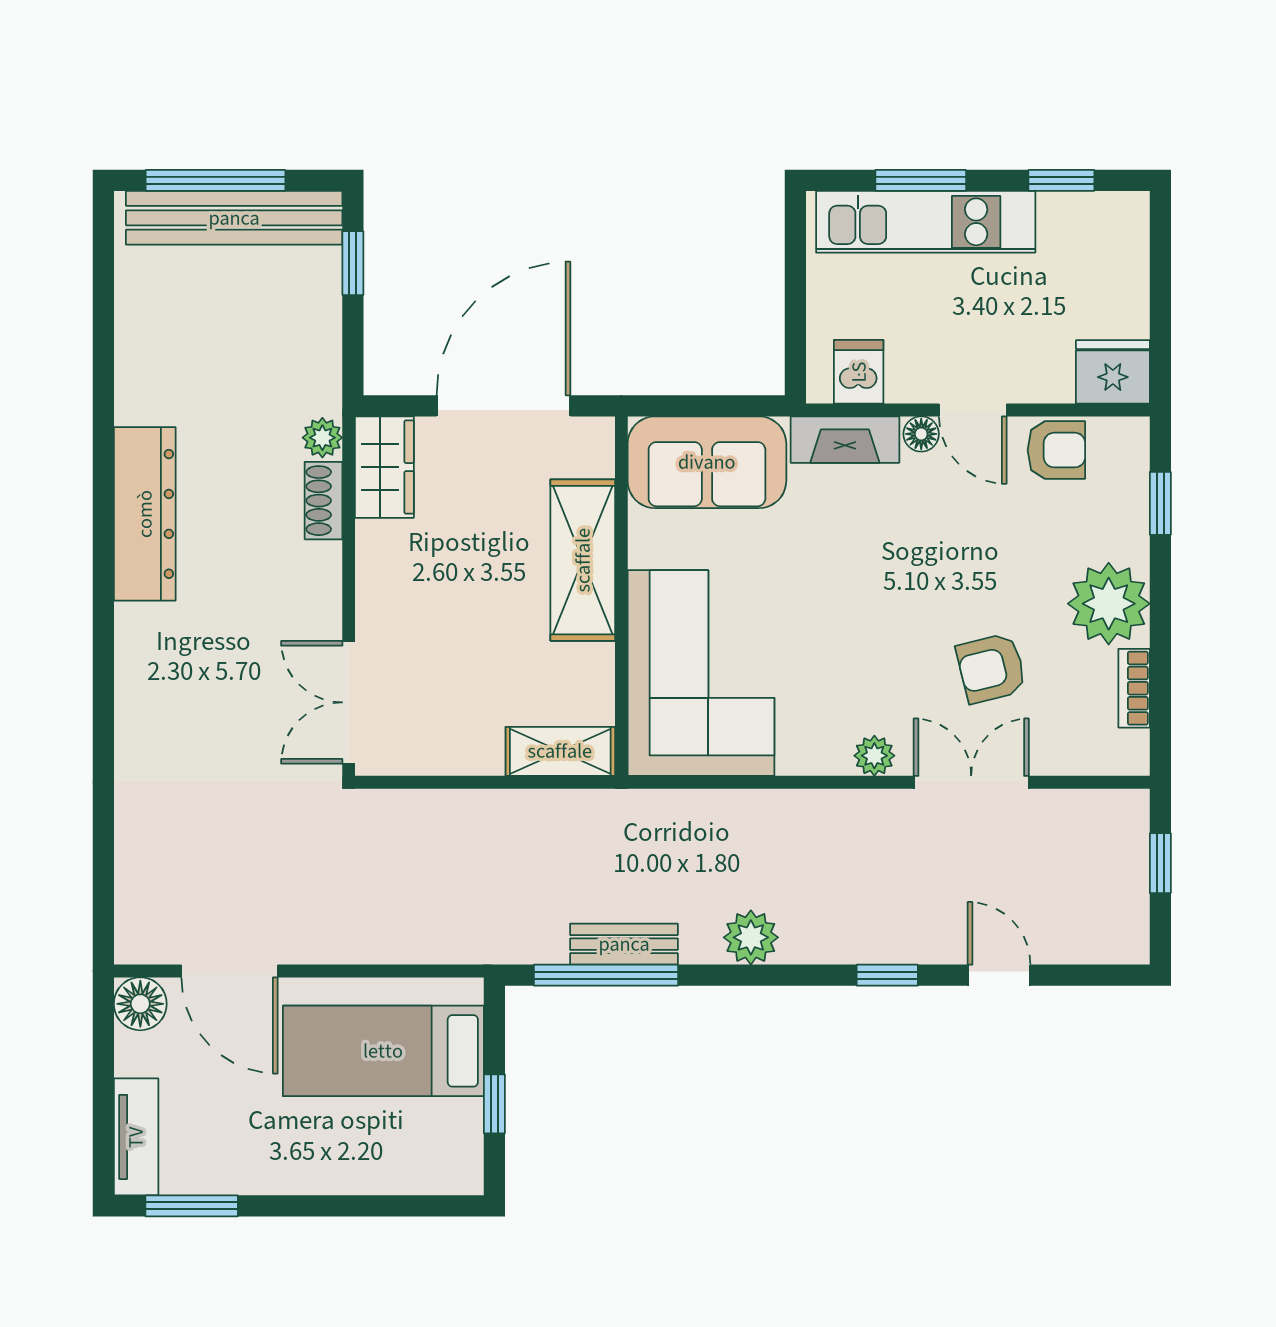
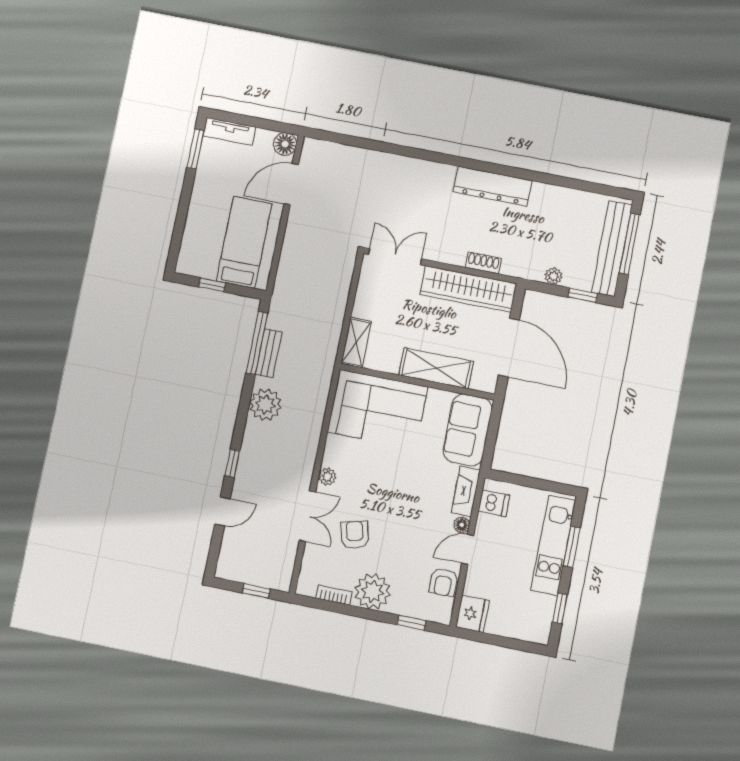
plant: (322, 438) -> (553, 276), moved
wardrobe: (384, 467) -> (468, 289), width x2.10, depth x1.17
plant: (751, 937) -> (265, 405), width x1.36, depth x1.36

